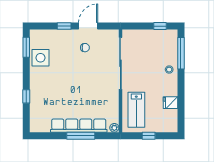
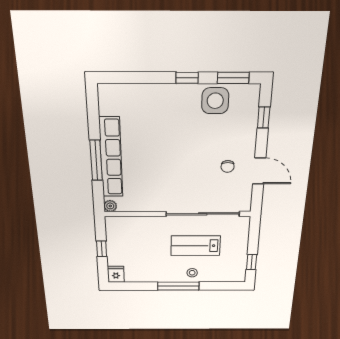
window: (64, 26) -> (264, 118), moved
window: (181, 53) -> (178, 286), moved
window: (26, 96) -> (187, 78), moved
fridge: (170, 103) -> (116, 274), moved
lab bench: (136, 110) -> (196, 246), moved

